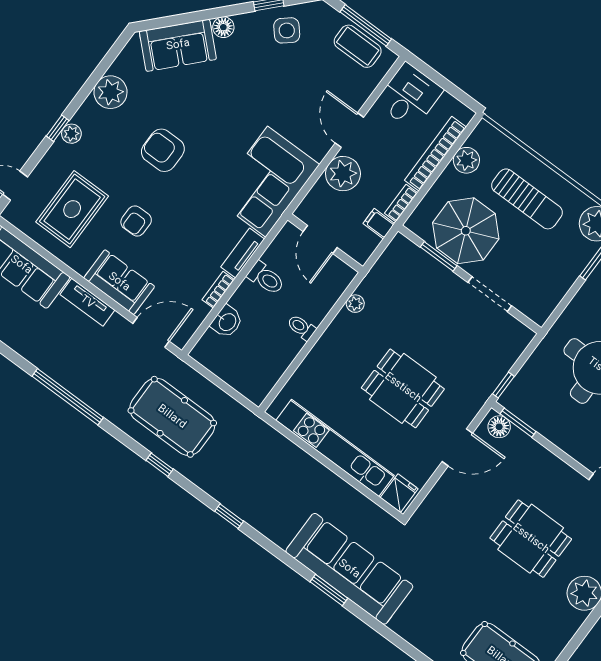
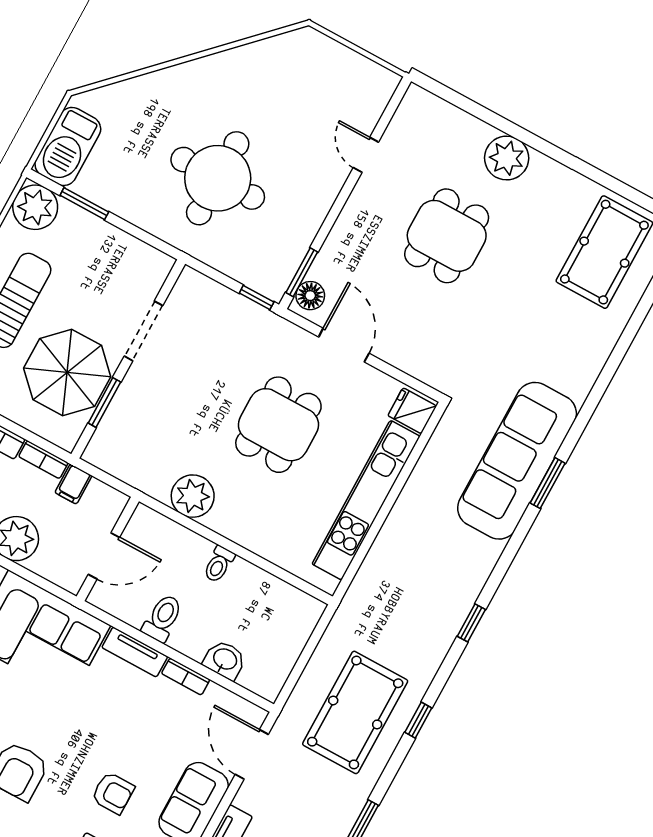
plant: (355, 304) -> (193, 496), width x1.87, depth x1.87

